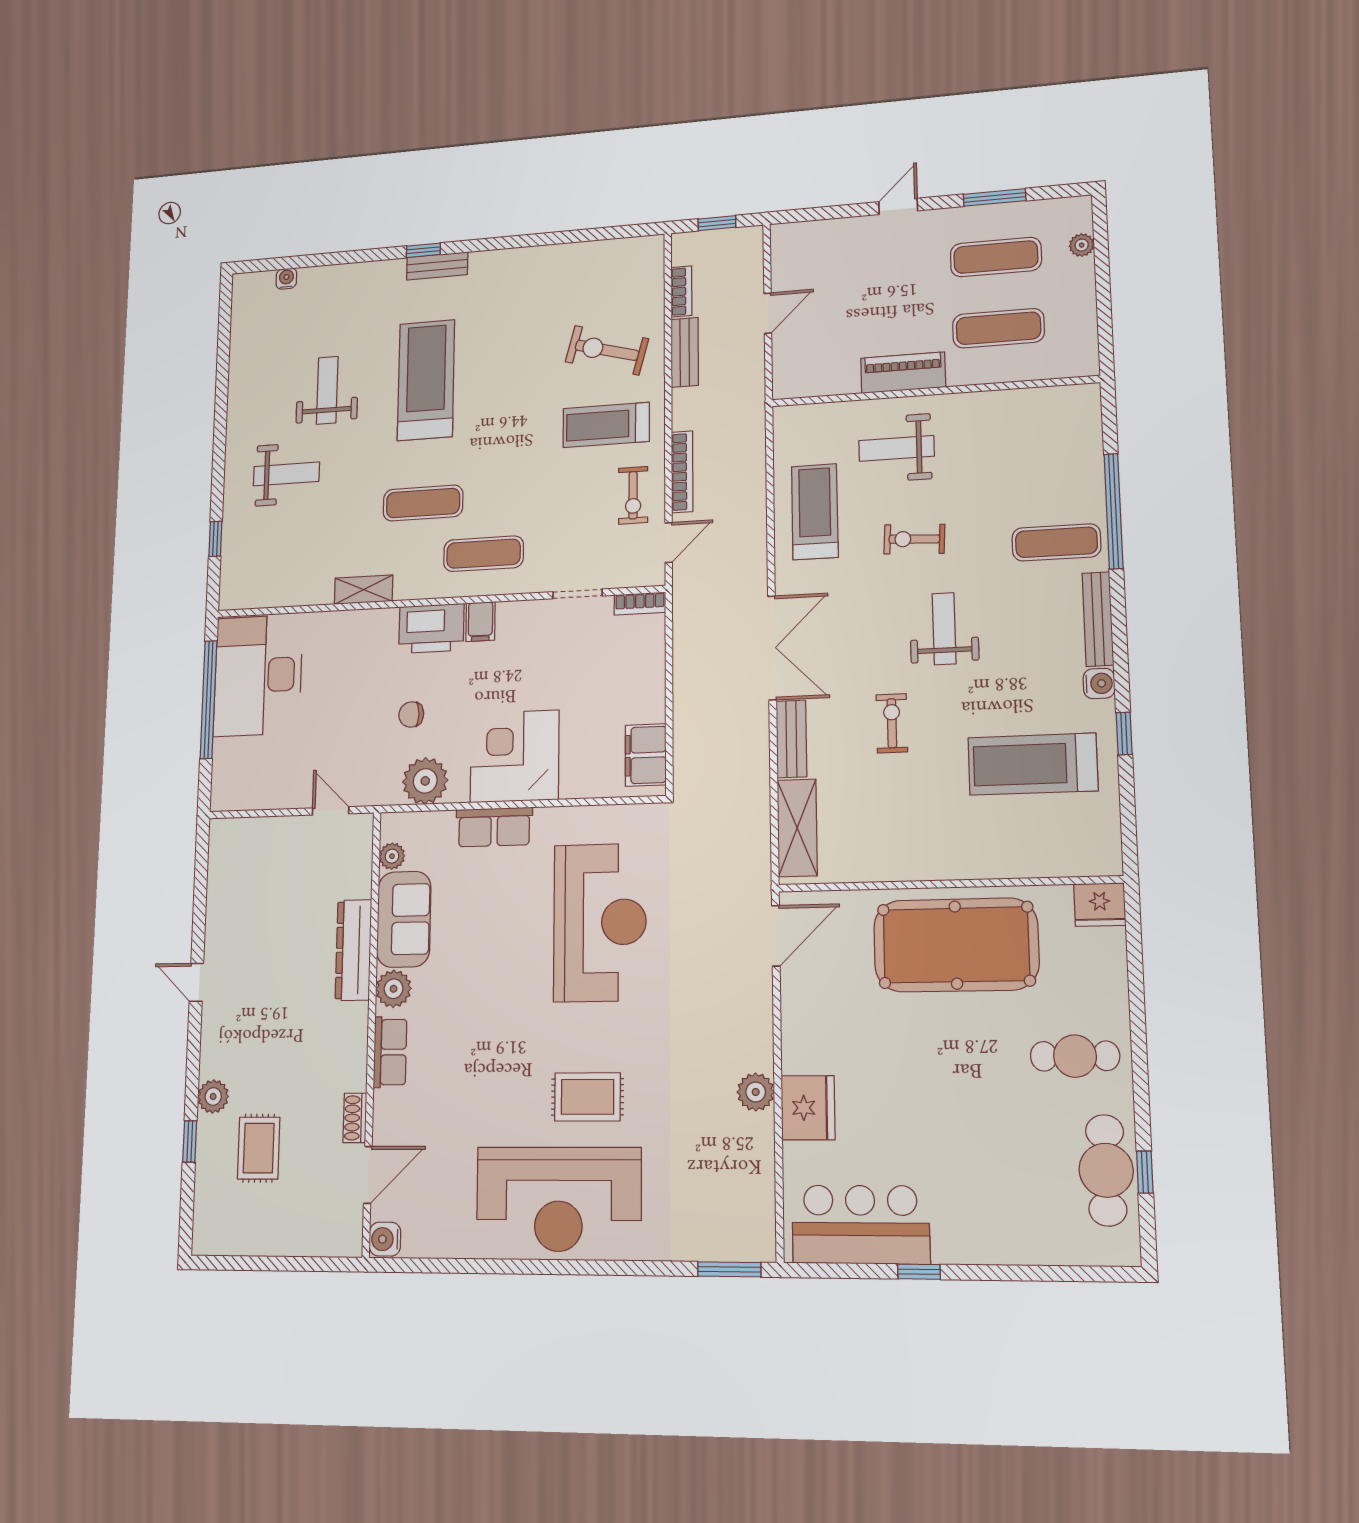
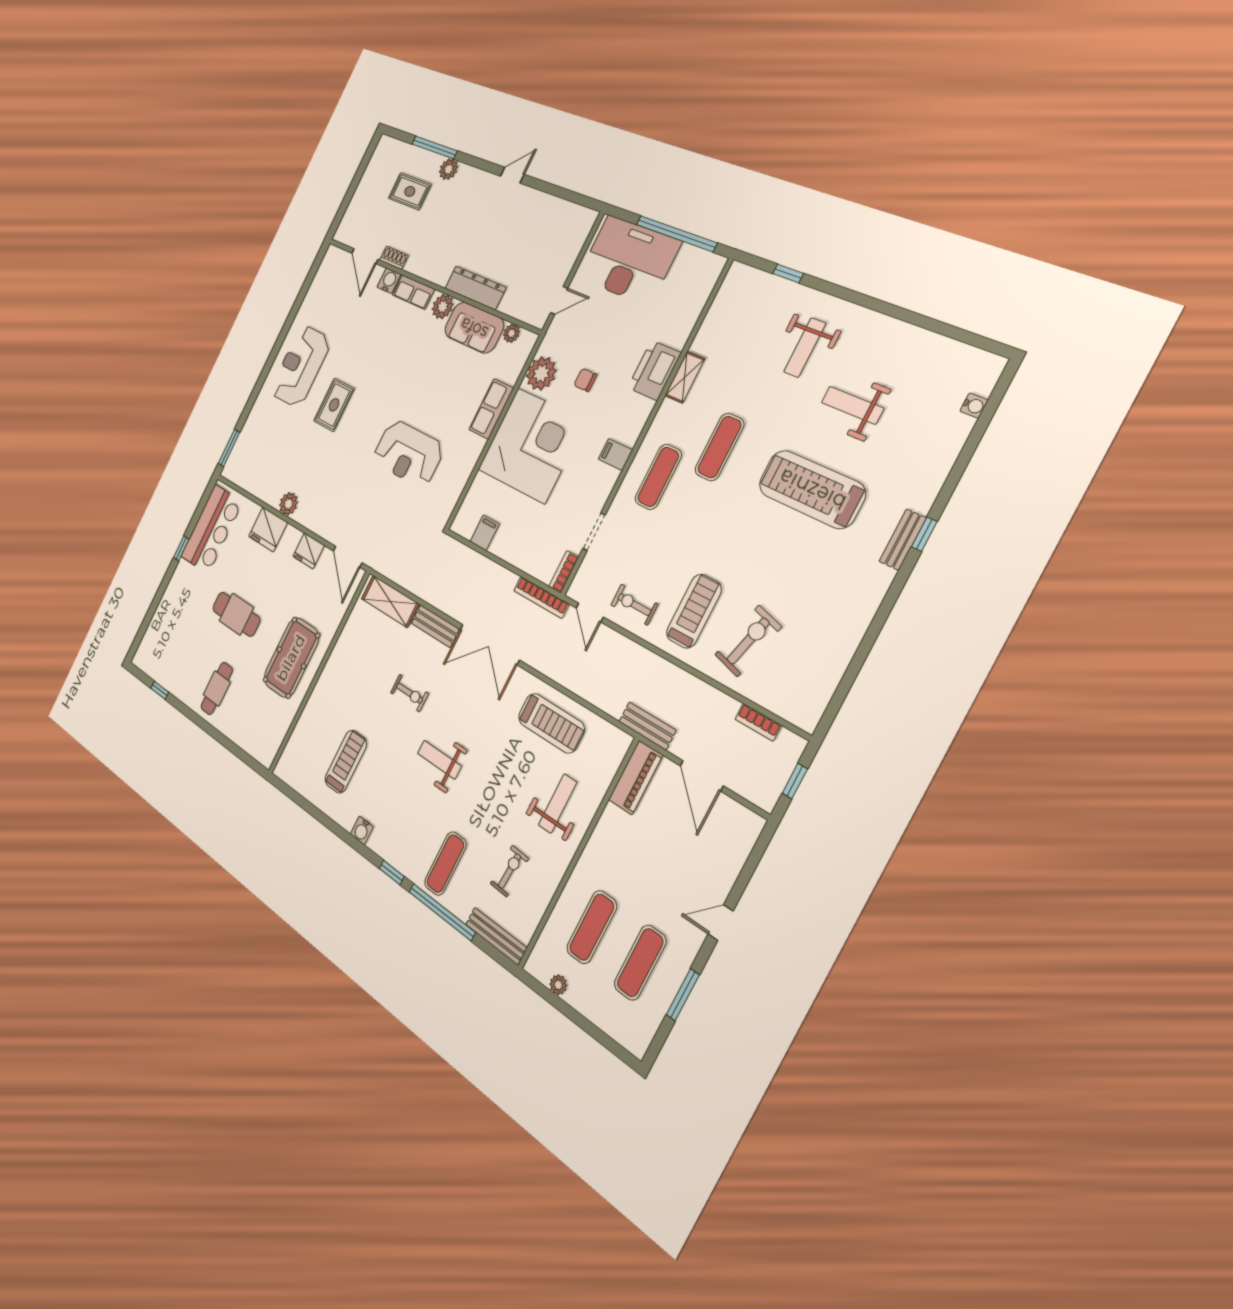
door: (898, 206) -> (721, 923), swing flipped
plant: (1082, 245) -> (558, 985), moved
door: (768, 313) -> (702, 776), width x1.38
bench: (685, 352) -> (647, 726), moved
piano: (903, 373) -> (636, 778), moved
treadmill: (426, 380) -> (812, 489), turned 180
weight bench: (327, 390) -> (853, 405), turned 180
bookcase: (682, 472) -> (541, 597), moved
exercise bike: (914, 539) -> (509, 871), moved
bench: (1098, 619) -> (496, 936), moved
printer: (431, 628) -> (654, 370), moved
weight bench: (944, 629) -> (439, 760), turned 180
desk: (258, 675) -> (629, 260), moved
chair: (411, 714) -> (585, 380), turned -90
window: (1124, 734) -> (392, 872), moved
filing cabinet: (646, 755) -> (485, 533), width x0.50
corner desk: (515, 756) -> (531, 445), width x1.36, depth x1.36
treadmill: (1033, 764) -> (346, 762), width x0.73, depth x0.73
fridge: (1100, 905) -> (309, 551), moved, turned -90
reception desk: (600, 922) -> (408, 453), width x0.74, depth x0.77
pool table: (956, 945) -> (291, 658), width x0.73, depth x0.76
window: (190, 1141) -> (434, 147), width x2.17
cafe table: (1106, 1170) -> (236, 614), moved
reception desk: (559, 1199) -> (301, 366), width x0.74, depth x0.77
water cooler: (385, 1239) -> (389, 281), moved

